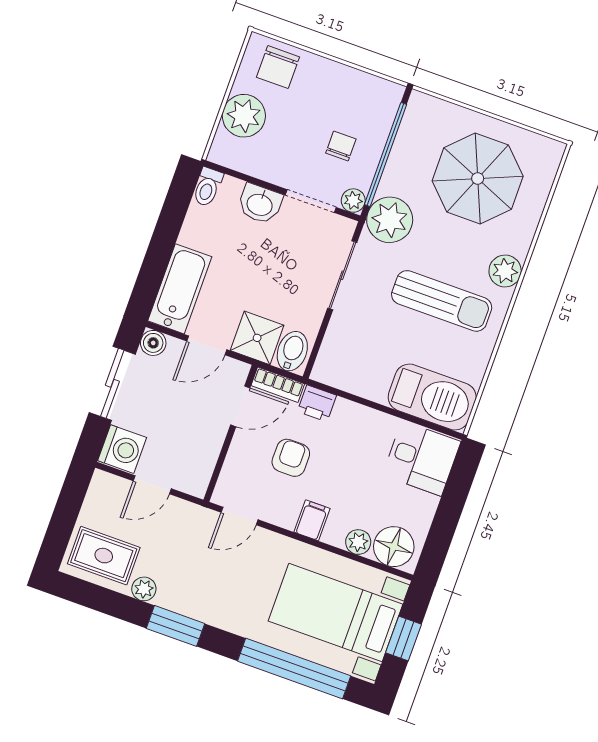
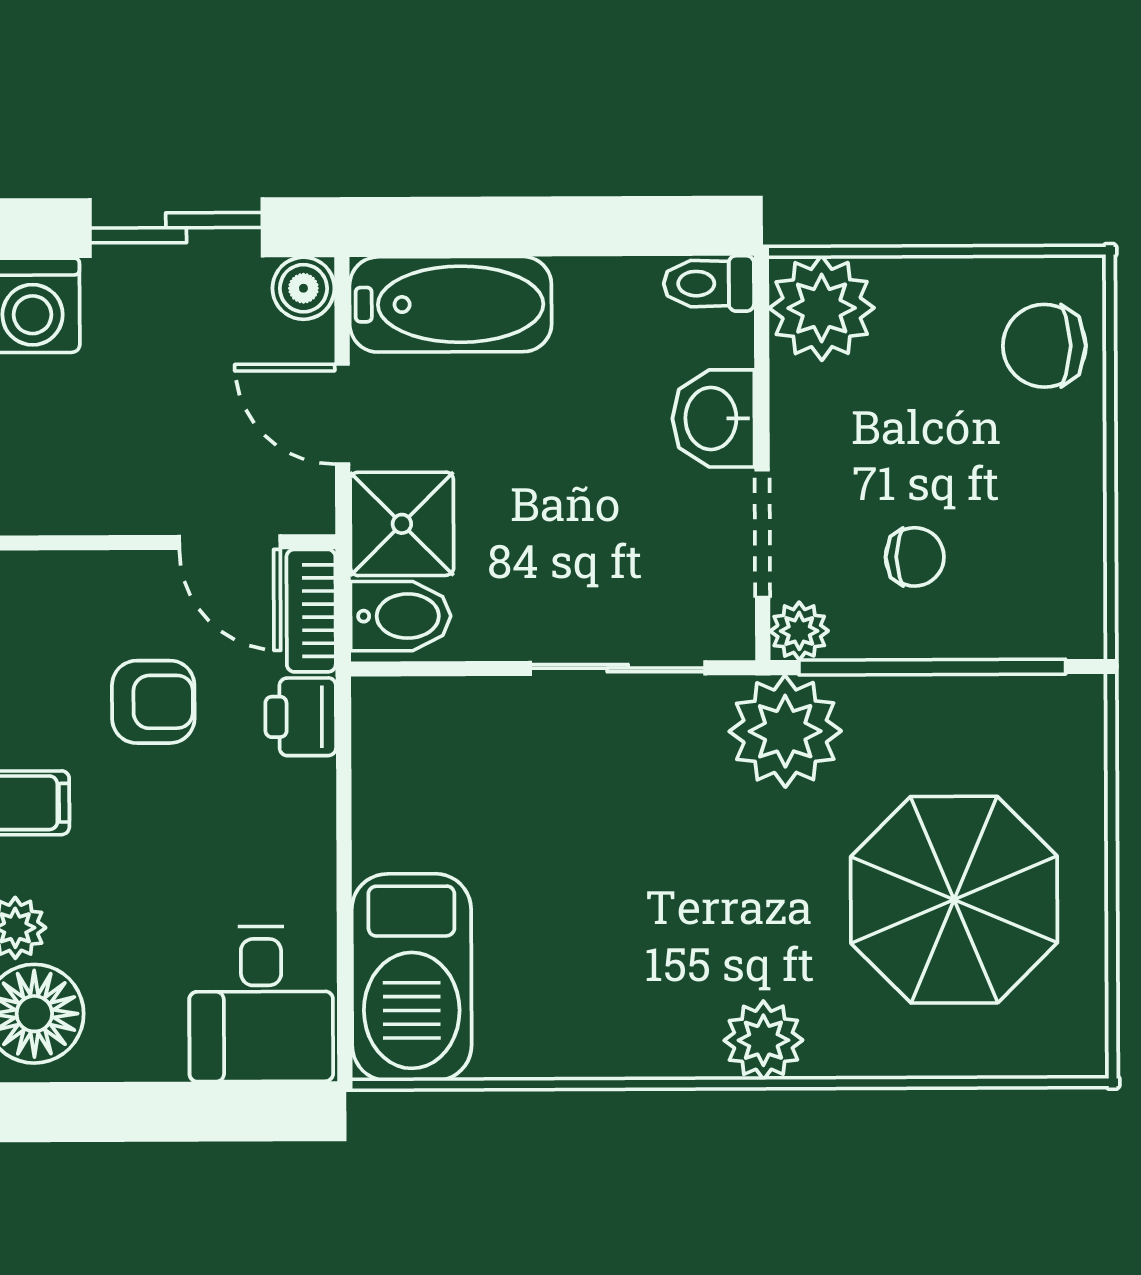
plant: (244, 116) -> (822, 308), moved
sun lounger: (442, 301) -> (641, 919), removed

